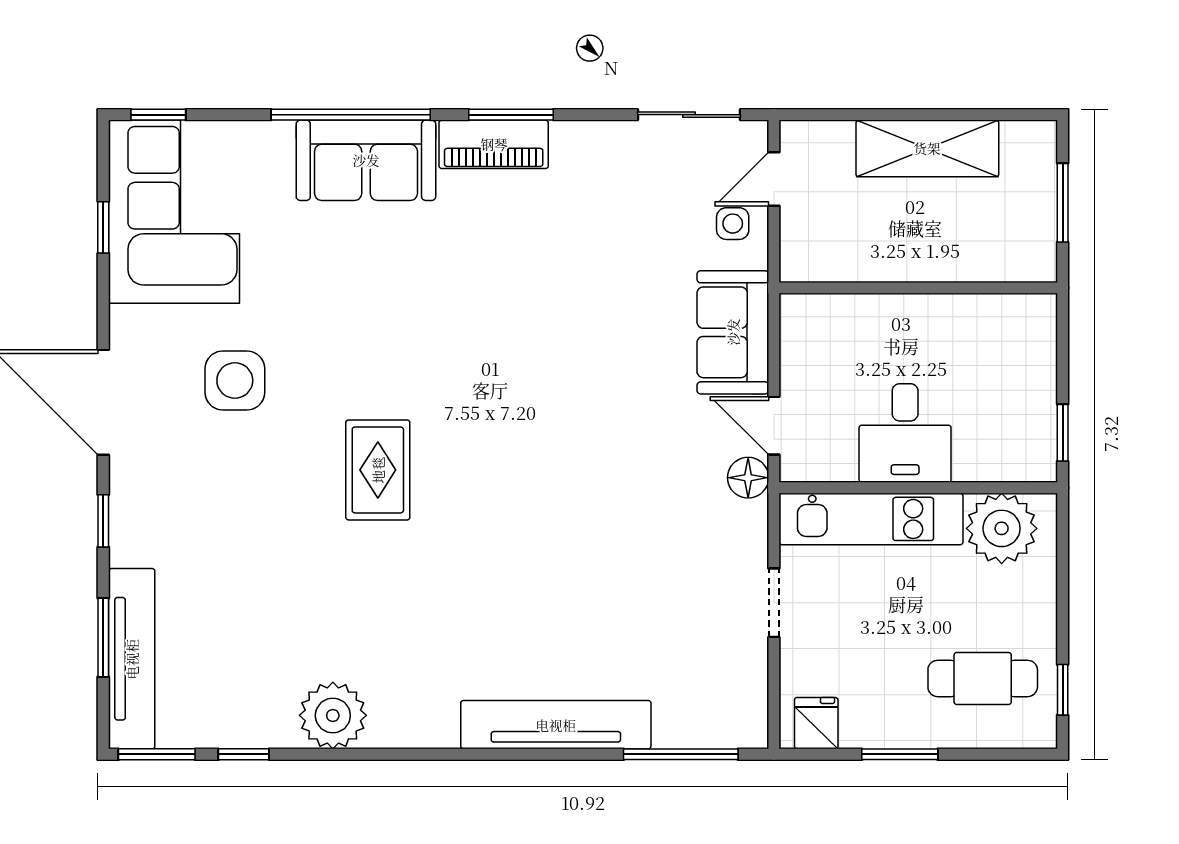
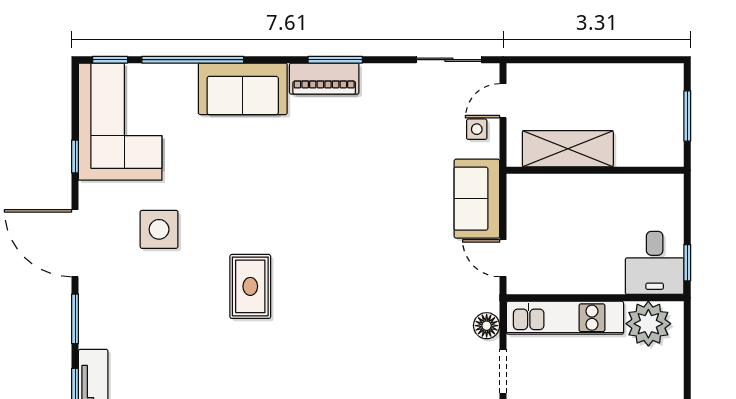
window: (351, 115) -> (193, 60), moved
shelving: (927, 148) -> (568, 149), moved
window: (103, 227) -> (75, 156), moved
desk: (905, 433) -> (655, 263), moved
floor lamp: (748, 478) -> (487, 326), moved
window: (103, 521) -> (75, 319), width x1.50

